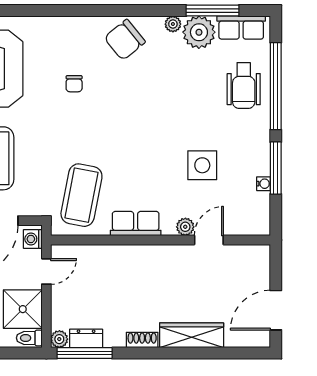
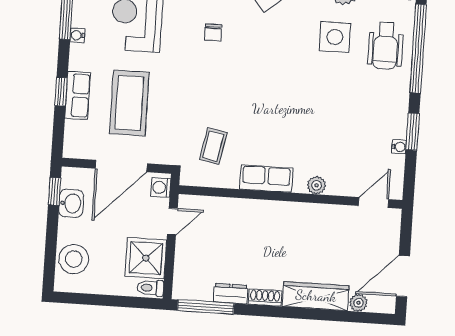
side table: (202, 165) -> (335, 37), moved
window: (276, 168) -> (413, 132), width x0.69
coffee table: (81, 195) -> (213, 146), width x0.54, depth x0.58
door: (209, 240) -> (373, 203), moved
dresser: (86, 338) -> (231, 294), moved
plant: (59, 339) -> (358, 303), moved

